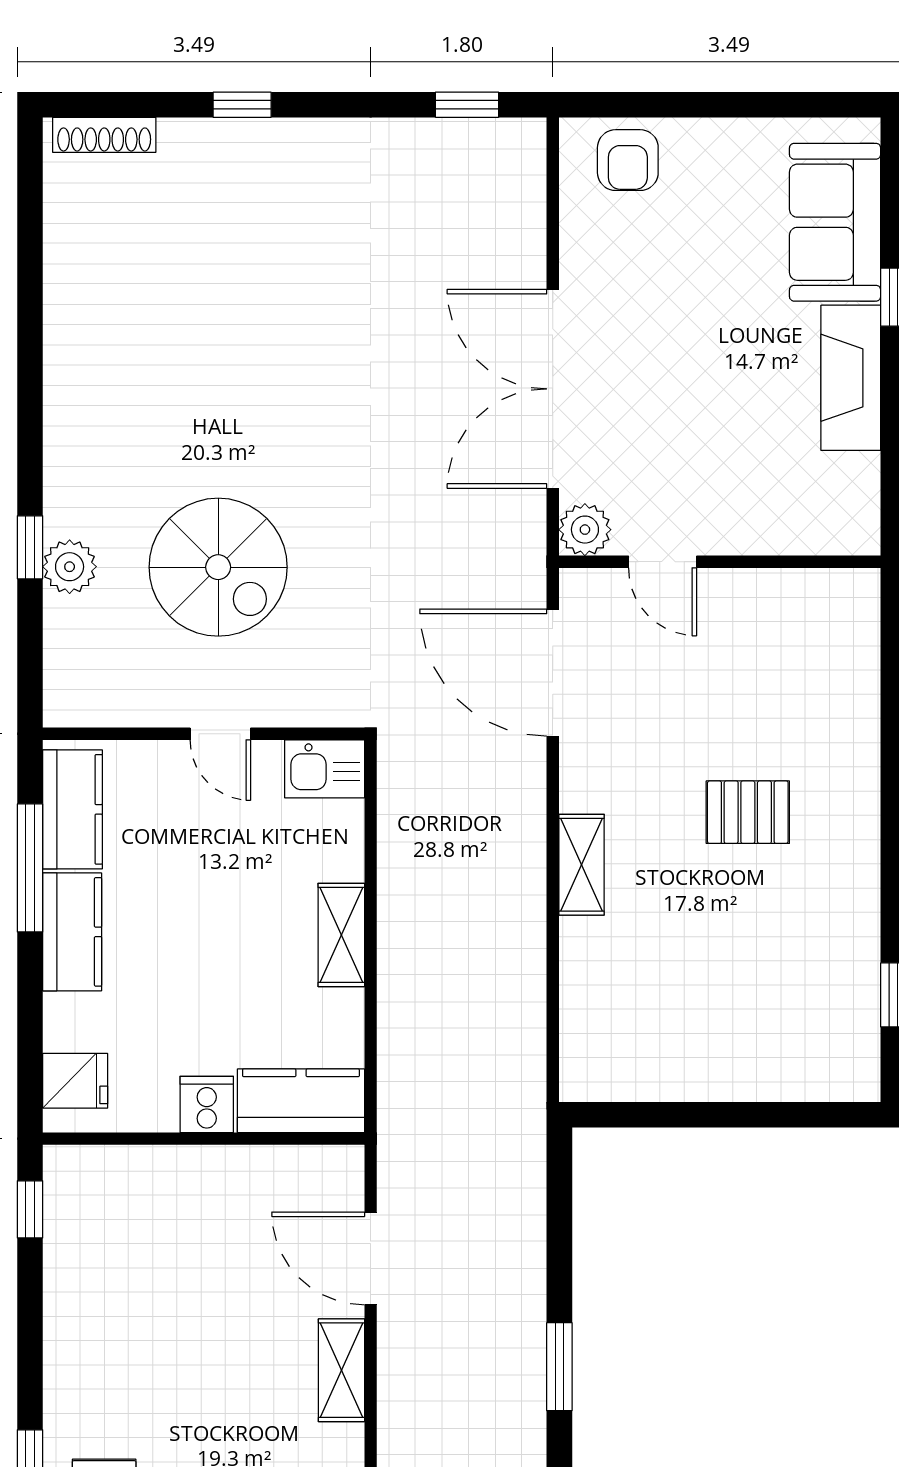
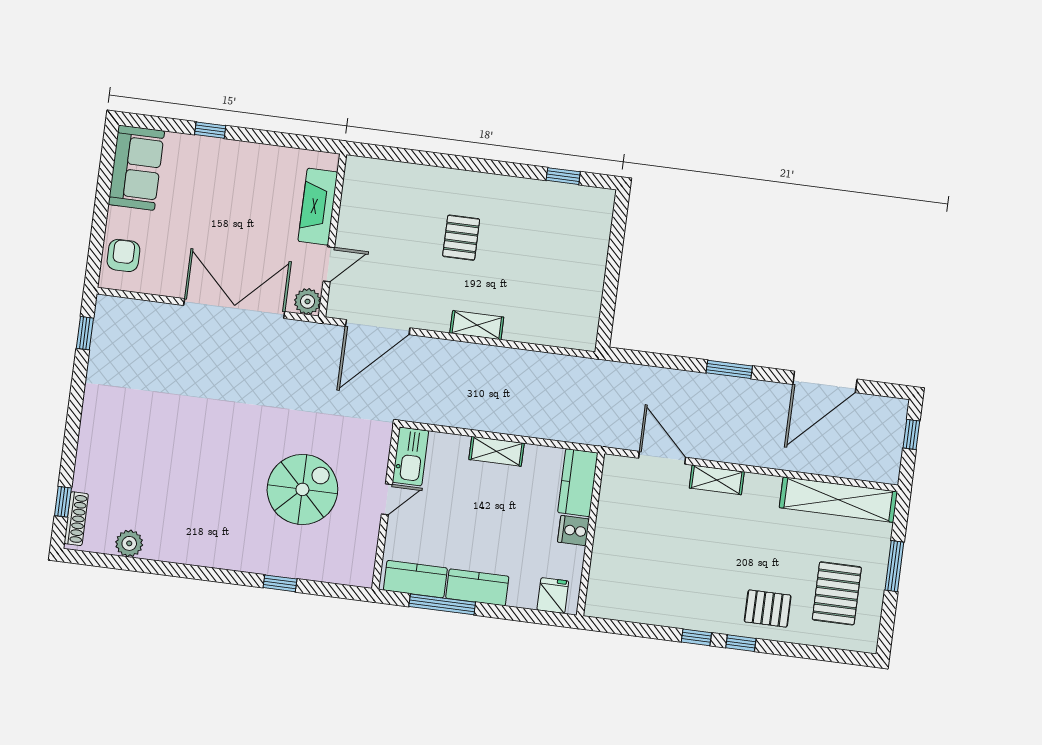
window: (242, 105) -> (63, 502), moved
armchair: (628, 160) -> (123, 255), turned -90
sofa: (835, 222) -> (136, 168), moved, turned -90
fireplace: (851, 378) -> (318, 207), moved, turned 90
double door: (553, 389) -> (234, 308), swing flipped
plant: (70, 567) -> (129, 543), moved
kitchen sink: (325, 769) -> (410, 456), width x1.38
window: (30, 1209) -> (696, 637), moved
door: (371, 1258) -> (662, 458), swing flipped

